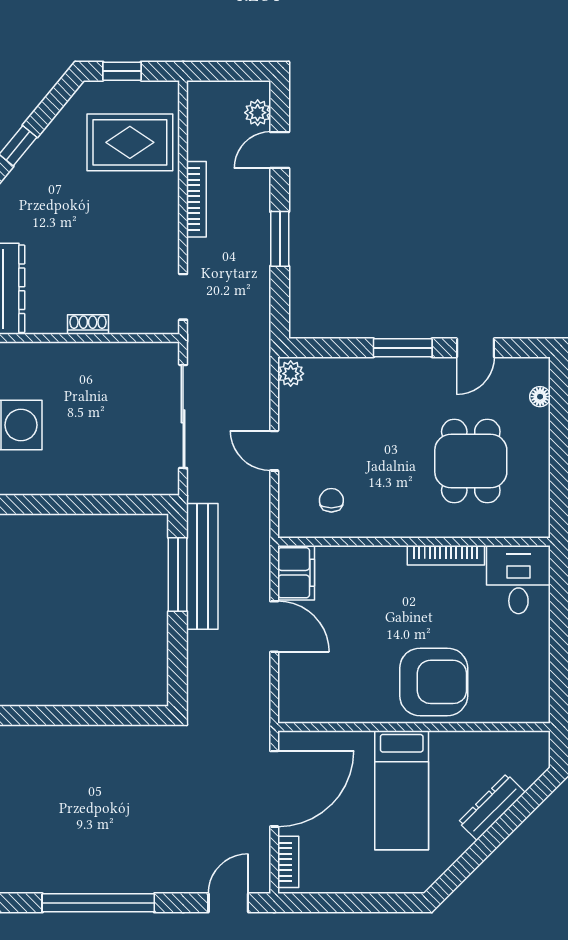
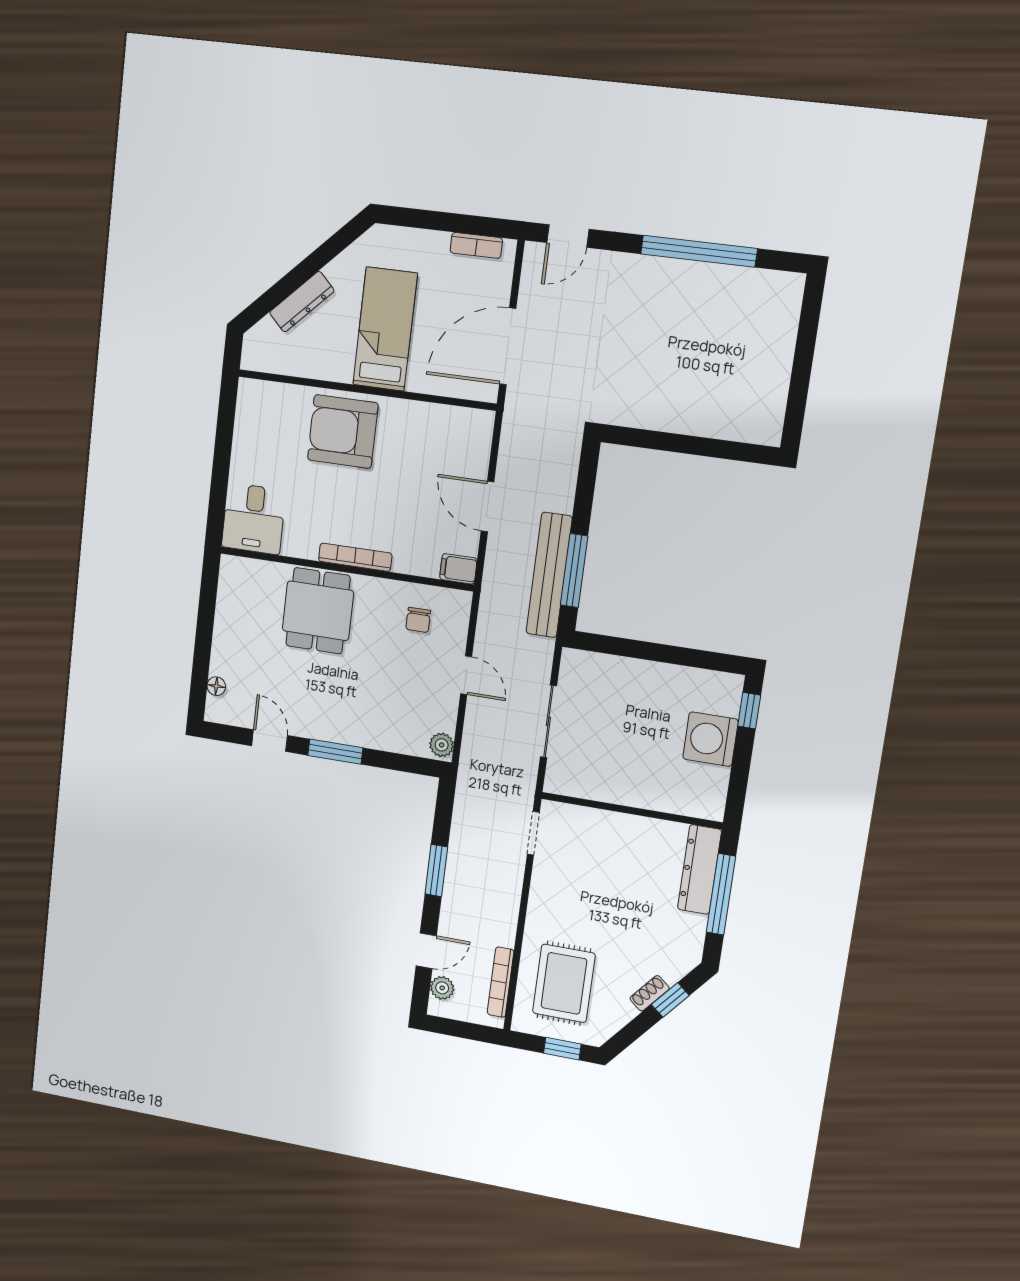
rug: (130, 142) -> (564, 983), turned 90
bookcase: (196, 199) -> (501, 982), moved
shoe rack: (88, 325) -> (650, 993), moved, turned 129
door: (475, 348) -> (270, 741), hinge flipped
sliding door: (183, 416) -> (548, 721), width x0.73
dining table: (471, 461) -> (318, 611), moved
bookcase: (446, 555) -> (355, 557), moved
filing cabinet: (296, 573) -> (458, 569), width x0.50
bookcase: (288, 862) -> (476, 245), moved, turned -90

